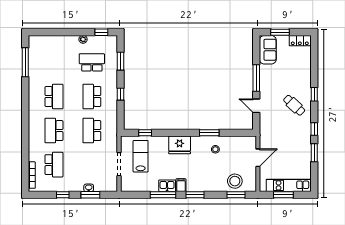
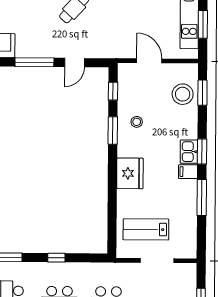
window: (145, 133) -> (113, 91), moved
kitchen sink: (167, 186) -> (189, 152), moved

